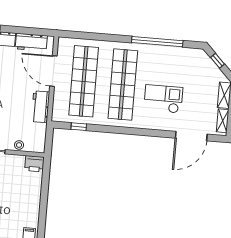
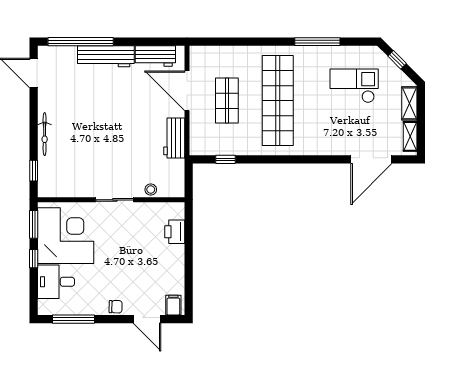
window: (157, 42) -> (317, 42), width x0.68
shop shelf: (84, 81) -> (227, 101), width x0.50, depth x0.74
checkout: (163, 99) -> (354, 86), moved
printer: (35, 164) -> (175, 232), moved, turned 90

